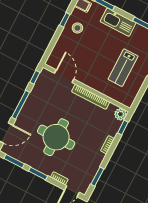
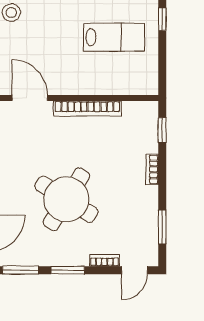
lab bench: (123, 68) -> (114, 37), turned -90
plant: (120, 114) -> (148, 112), removed
round table: (56, 137) -> (66, 199), turned 32

